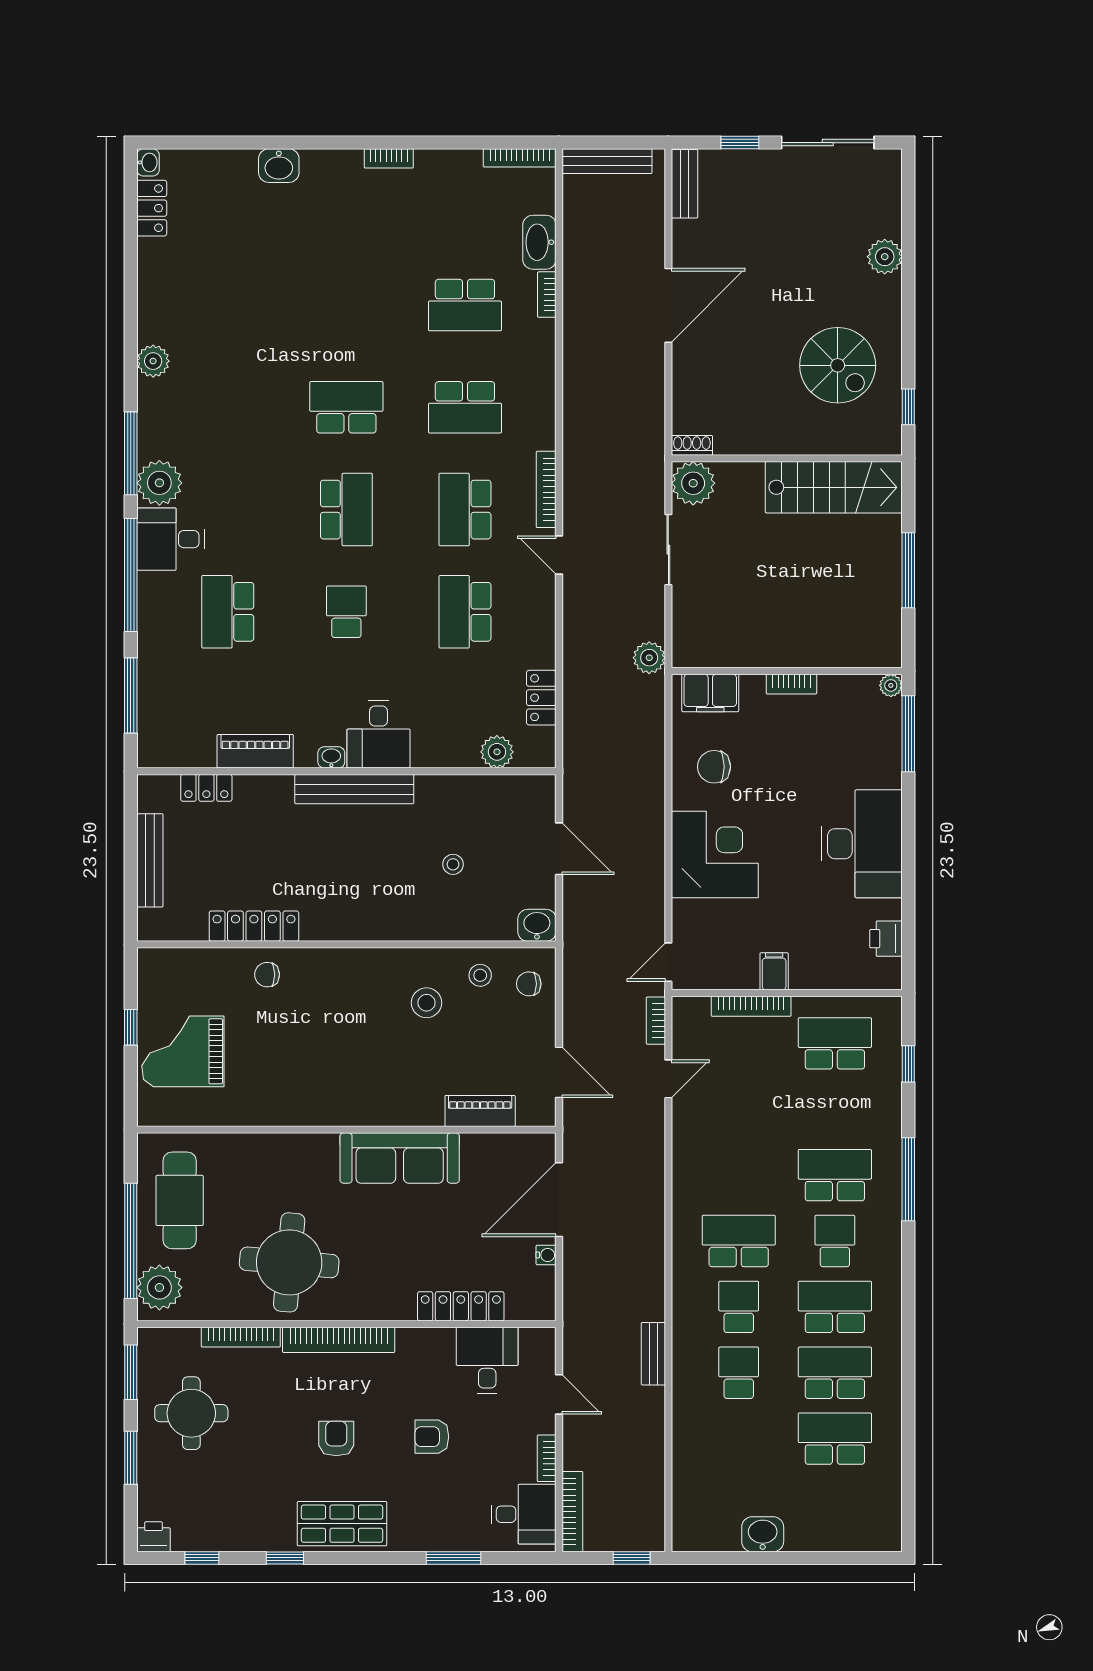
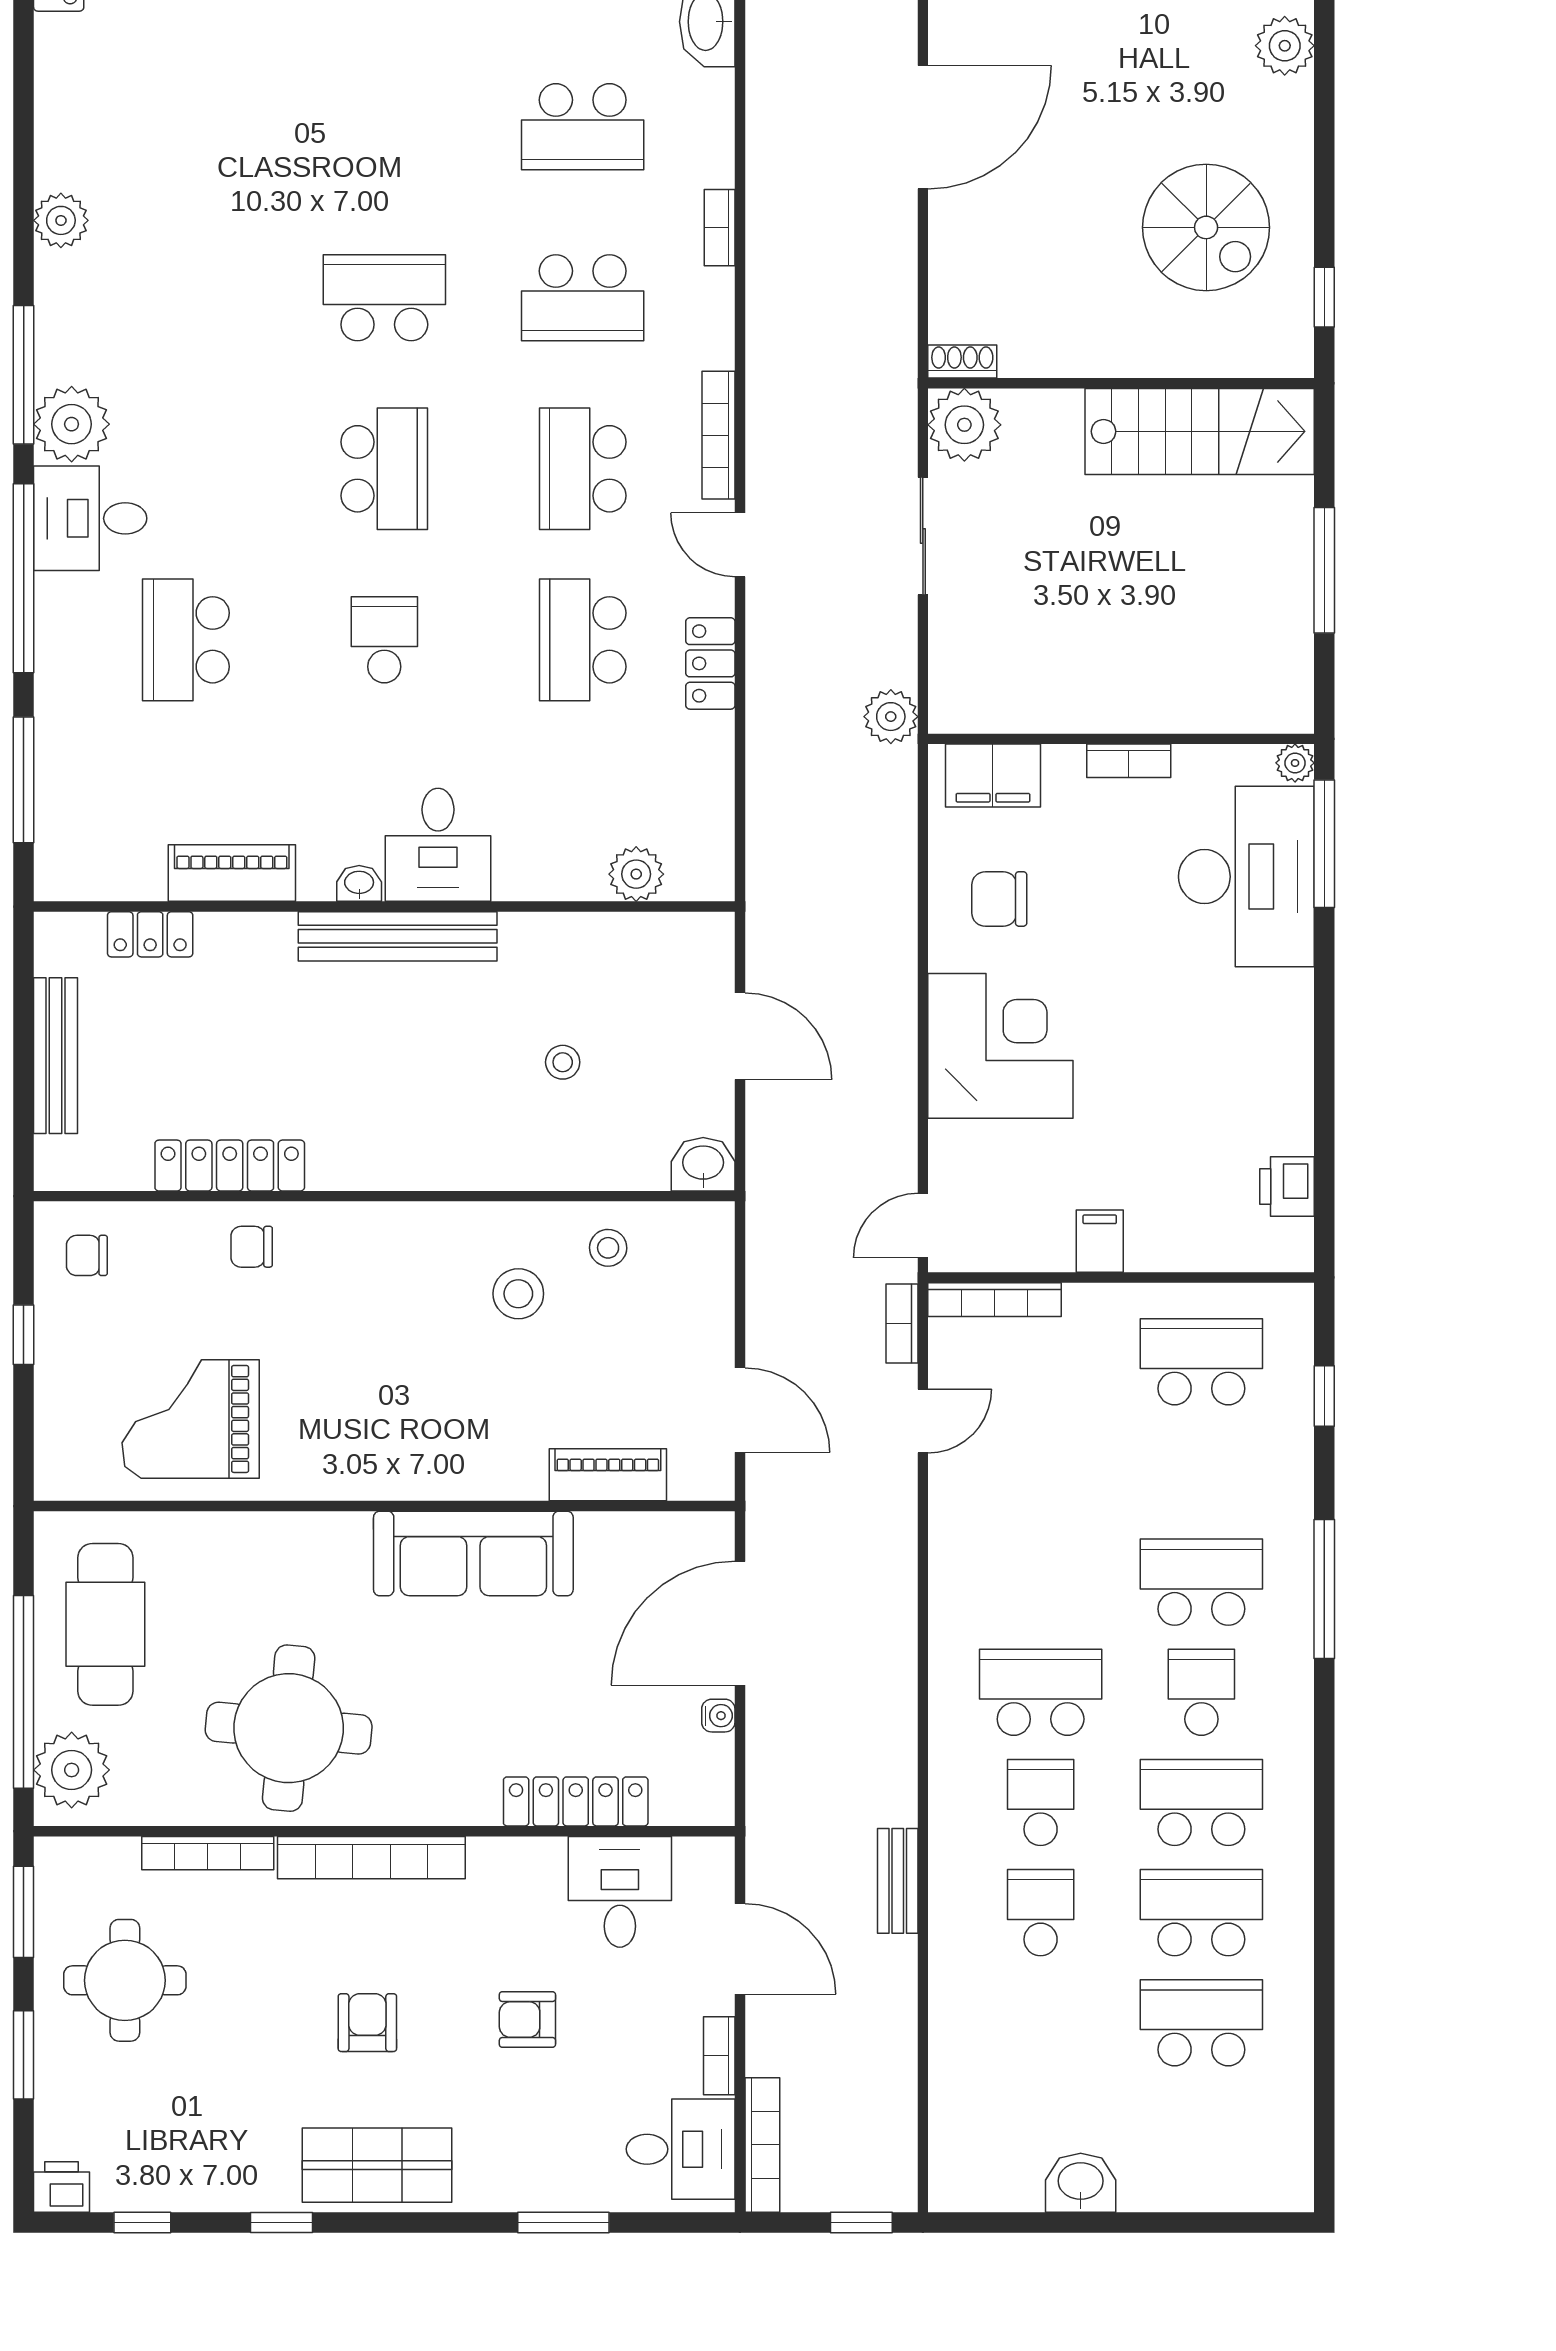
bookcase: (547, 295) -> (720, 228), moved
locker: (541, 698) -> (710, 663), moved
desk: (862, 844) -> (1246, 877), moved
chair: (529, 984) -> (87, 1255), moved
bookcase: (751, 1006) -> (995, 1300), moved
grand piano: (183, 1051) -> (191, 1419), moved
door: (559, 1394) -> (740, 1949), width x1.38

